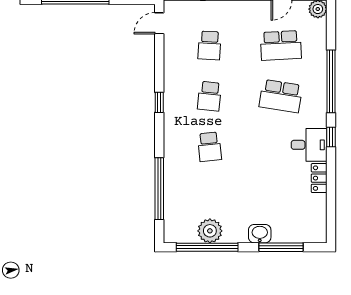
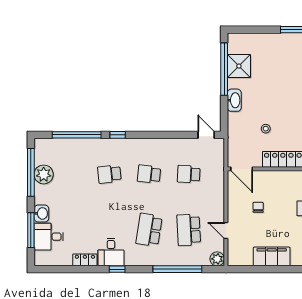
window: (331, 81) -> (177, 269), moved
window: (159, 102) -> (118, 135), moved
desk: (289, 224) -> (49, 237), added

